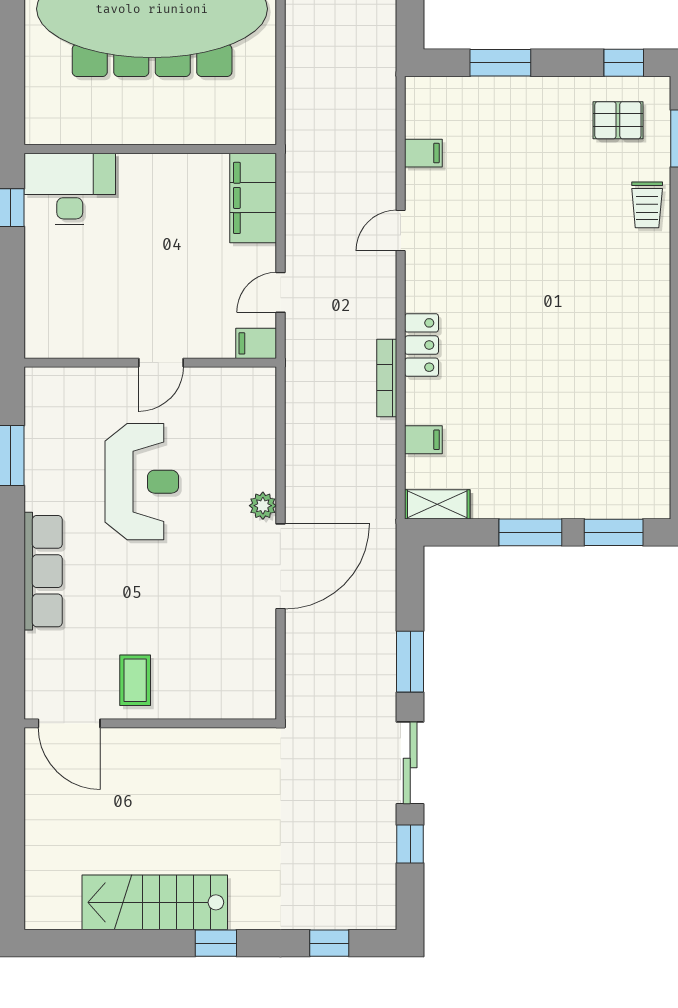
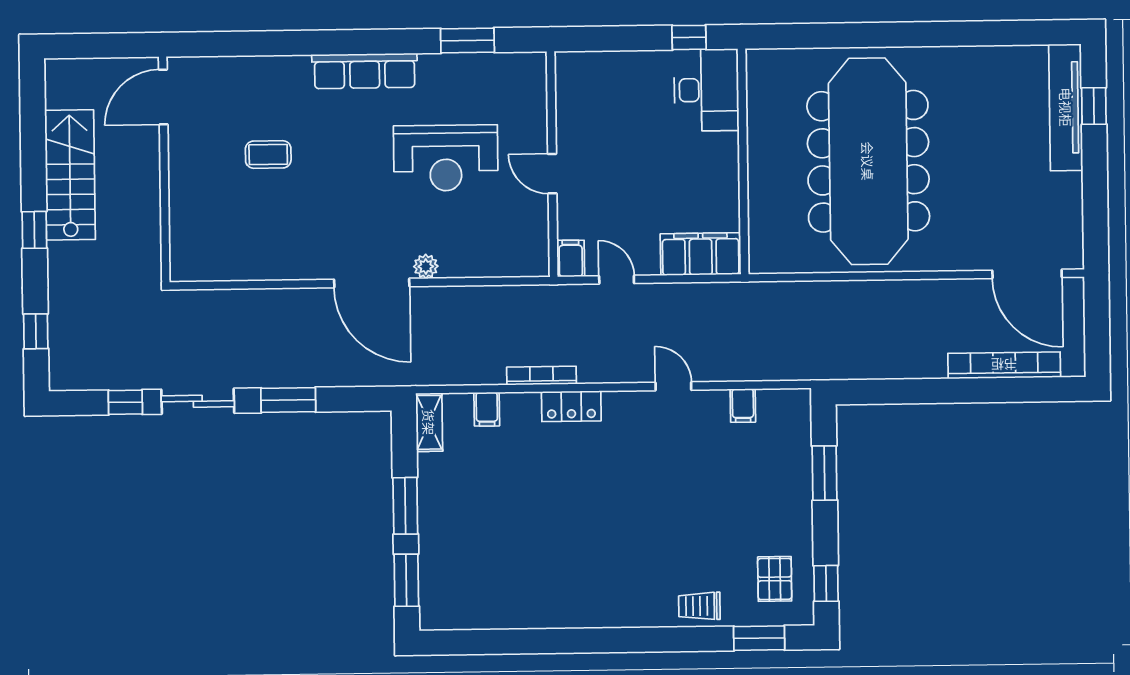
door: (69, 723) -> (163, 97), moved
wall: (150, 723) -> (164, 170), moved

